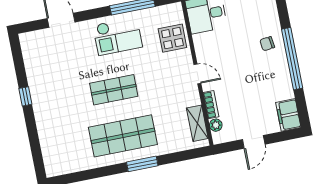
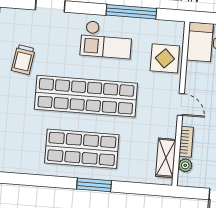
trolley: (51, 73) -> (23, 60), added
shop shelf: (114, 90) -> (86, 96), width x2.00, depth x1.36

